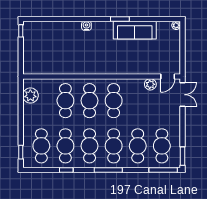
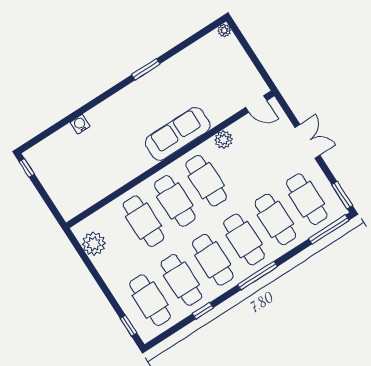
water cooler: (86, 26) -> (80, 124), moved
sofa: (135, 30) -> (178, 134), moved, turned 180
door: (168, 76) -> (256, 104), hinge flipped
plant: (150, 84) -> (223, 140), moved
double door: (183, 95) -> (307, 141), moved

